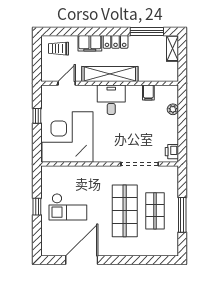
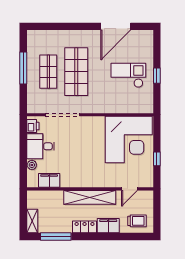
filing cabinet: (148, 92) -> (49, 180), width x2.00
desk: (111, 100) -> (41, 146), moved, turned 90

